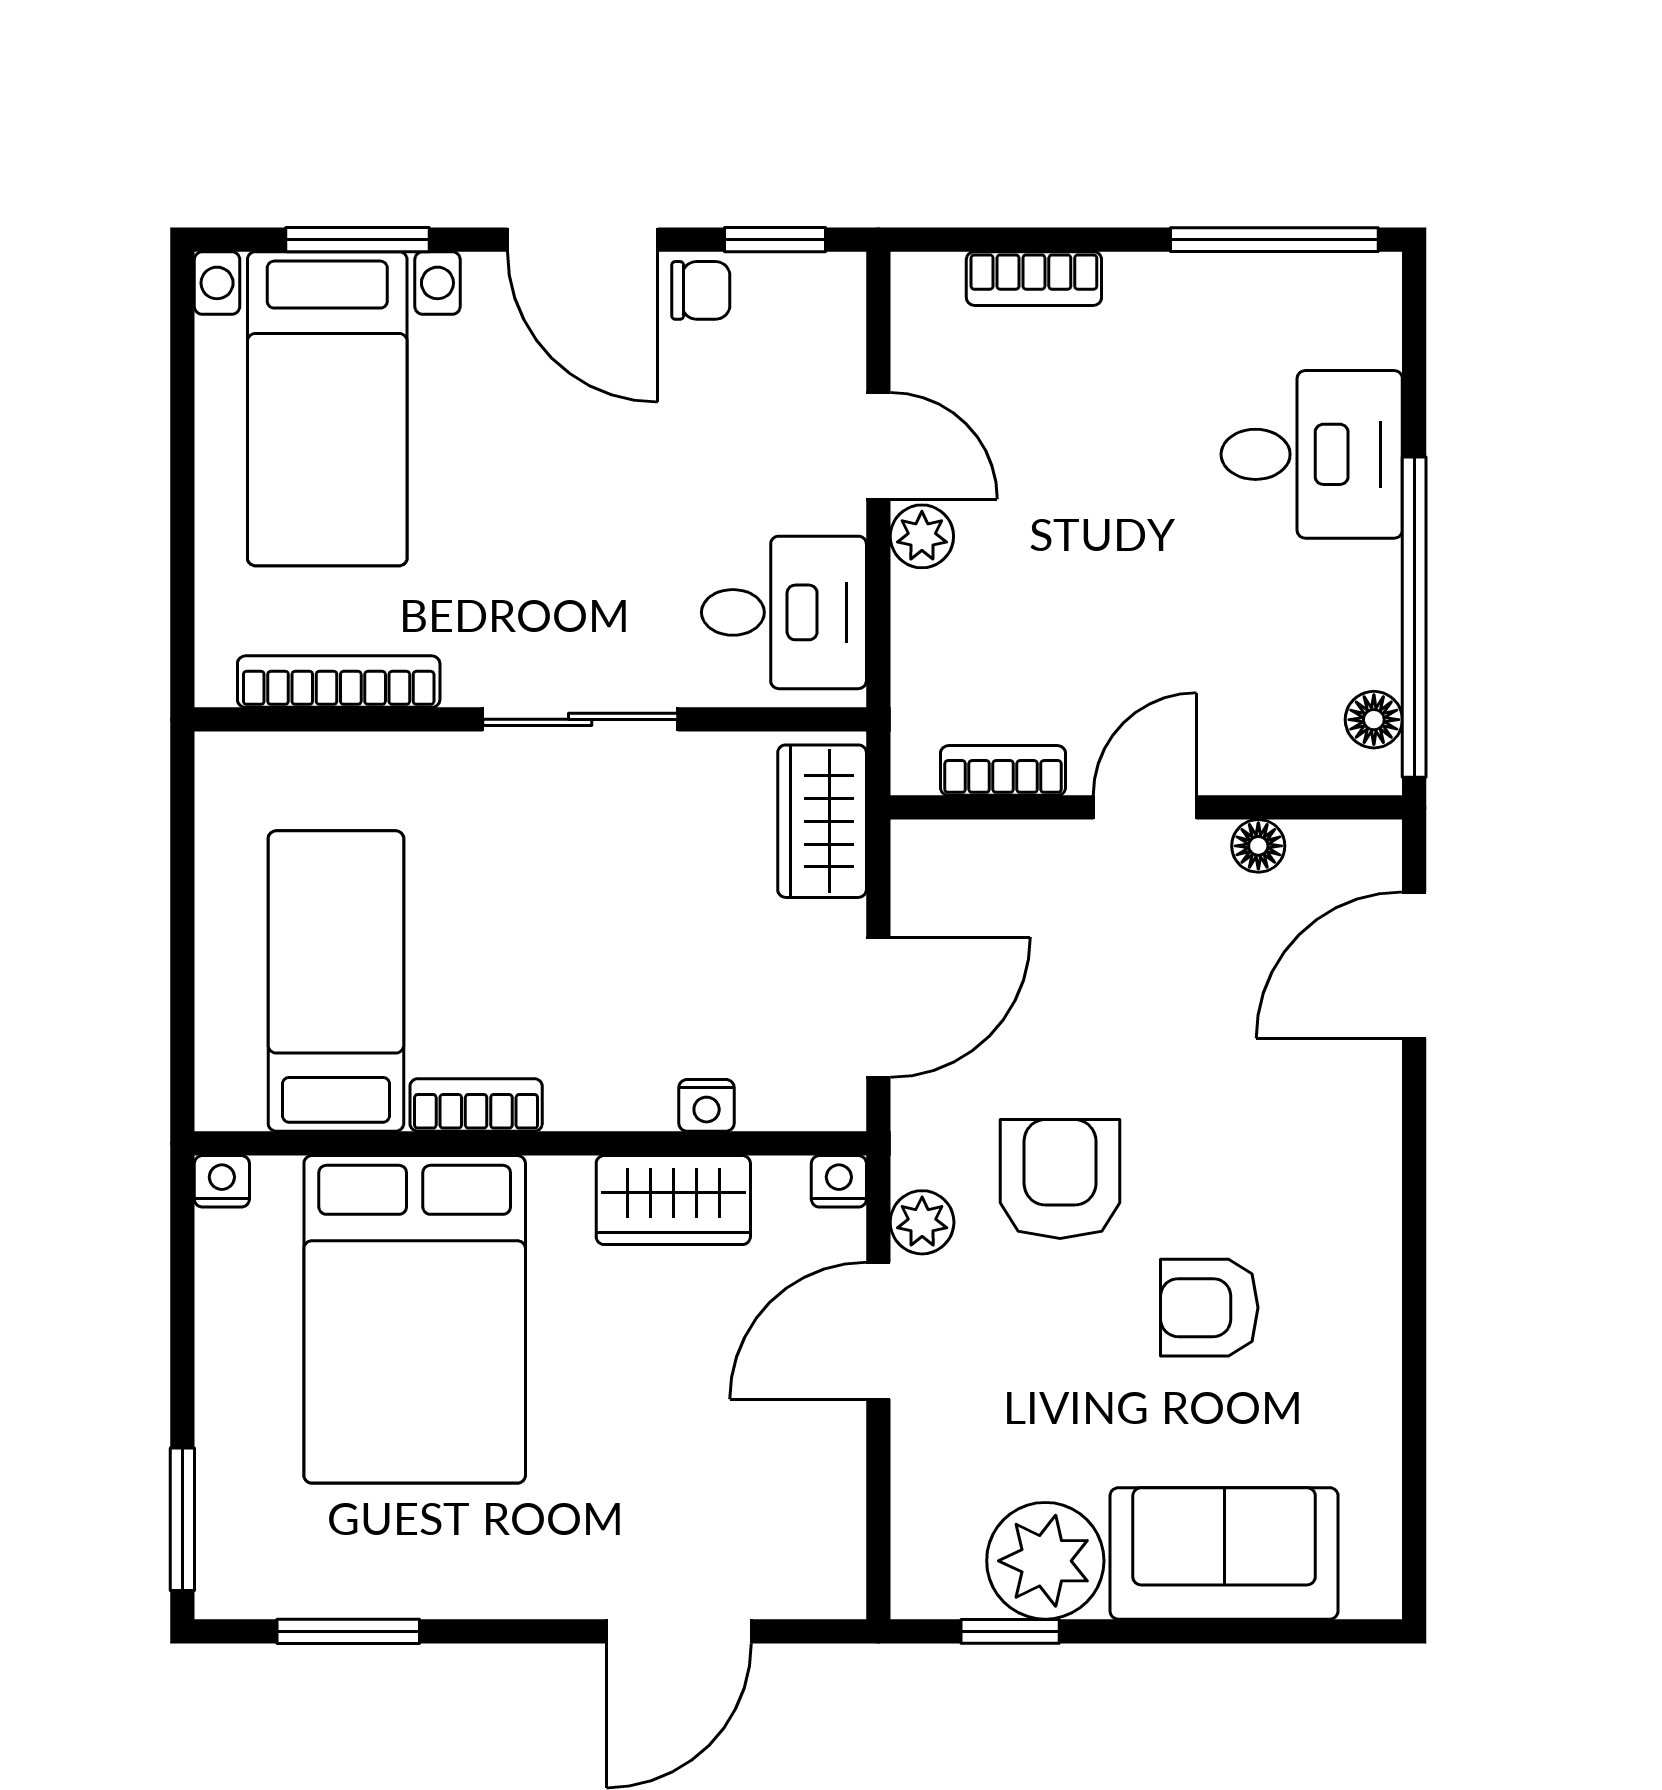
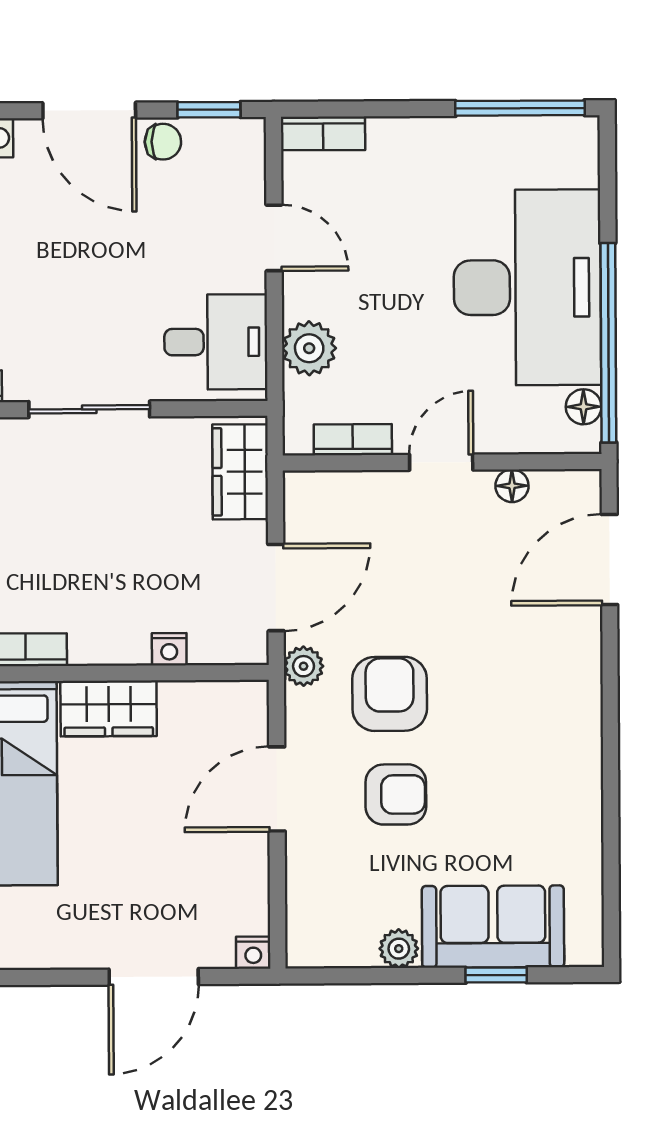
bookcase: (1034, 279) -> (323, 133), moved
desk: (1312, 454) -> (527, 287), width x1.87, depth x1.30
plant: (922, 536) -> (309, 348), moved, width x1.38, depth x1.38
nightstand: (839, 1181) -> (253, 953), moved, turned 180
wardrobe: (673, 1200) -> (109, 708), moved
plant: (922, 1222) -> (304, 666), moved
armchair: (1209, 1308) -> (396, 794), moved, turned 180
plant: (1045, 1561) -> (399, 949), width x0.53, depth x0.53
window: (1010, 1631) -> (496, 975), moved

